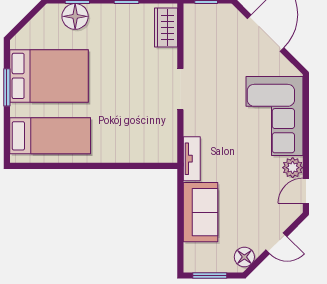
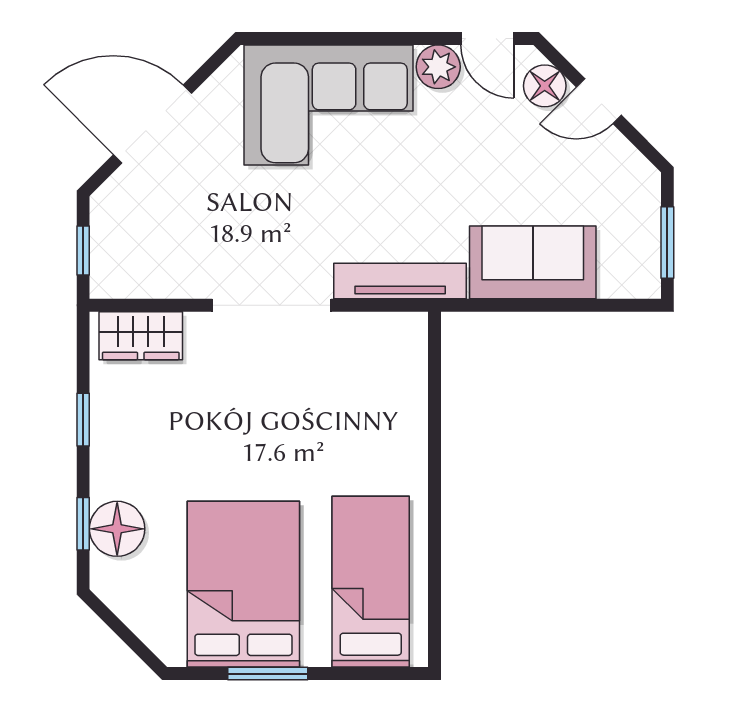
doorway: (180, 89) -> (272, 305), width x1.36
tv unit: (192, 159) -> (400, 281), width x1.41
door: (276, 243) -> (599, 101), swing flipped
floor lamp: (244, 257) -> (545, 86), moved

